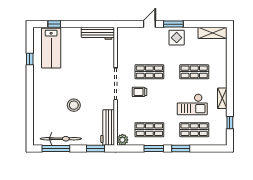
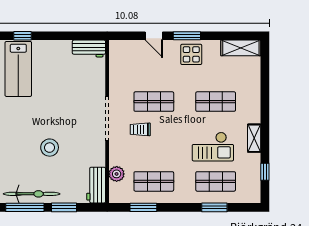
door: (149, 24) -> (154, 36), swing flipped
workbench: (98, 33) -> (89, 49), width x0.73
workbench: (108, 127) -> (96, 185), width x0.73
plant: (122, 140) -> (117, 174), moved
window: (95, 148) -> (64, 207), moved
window: (154, 148) -> (143, 207), moved
window: (181, 148) -> (214, 207), moved

